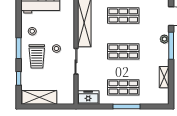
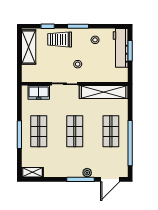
trolley: (37, 56) -> (60, 39), moved
shelving: (164, 77) -> (32, 172), moved
freezer: (88, 97) -> (39, 92), moved, turned 90

